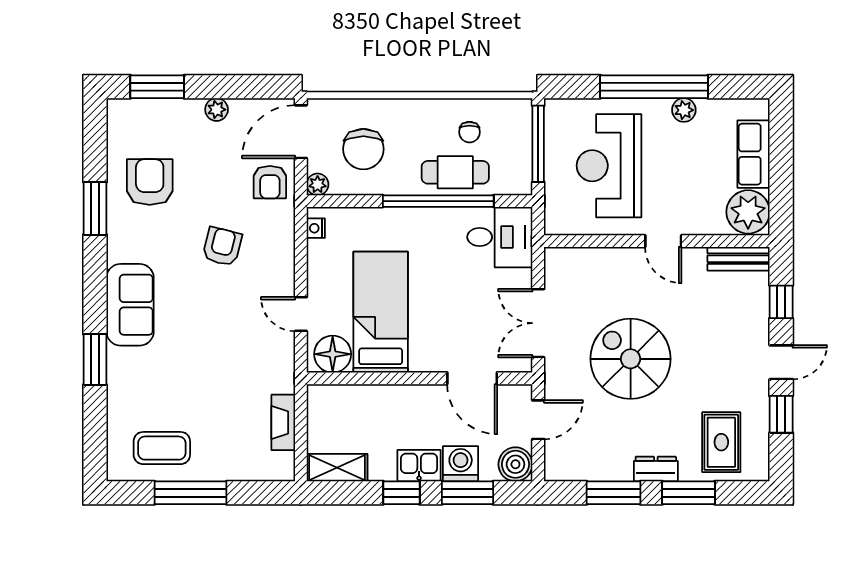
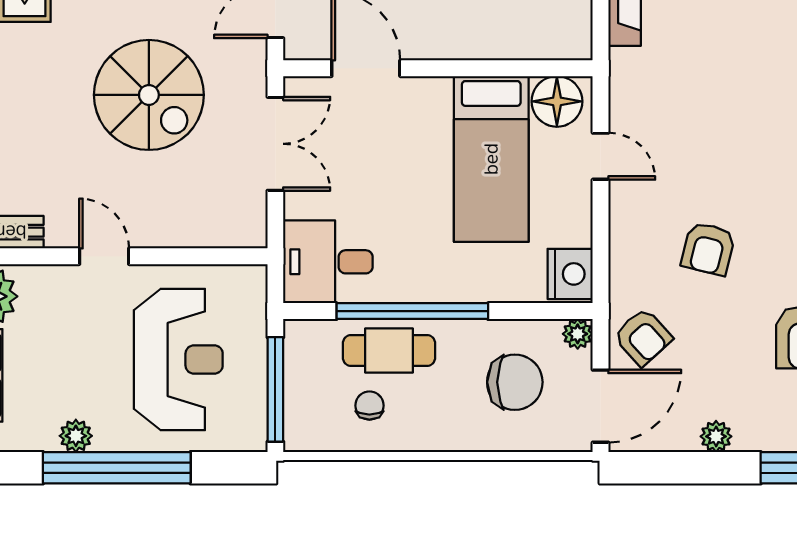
chair: (363, 149) -> (515, 382), turned 90
armchair: (270, 182) -> (643, 337), turned 138
nightstand: (316, 228) -> (570, 274), width x1.89, depth x1.79

